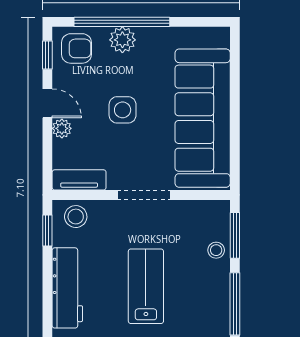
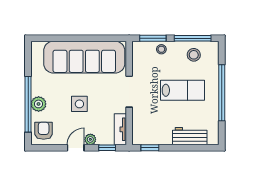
window: (47, 55) -> (107, 148), moved
stool: (76, 217) -> (194, 55), moved
lab bench: (146, 286) -> (182, 90), turned 180
workbench: (67, 288) -> (190, 136), width x0.73

